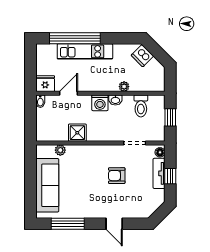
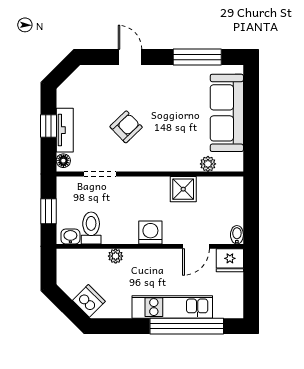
washbasin: (115, 100) -> (70, 236), moved
armchair: (117, 176) -> (126, 127), turned -44

